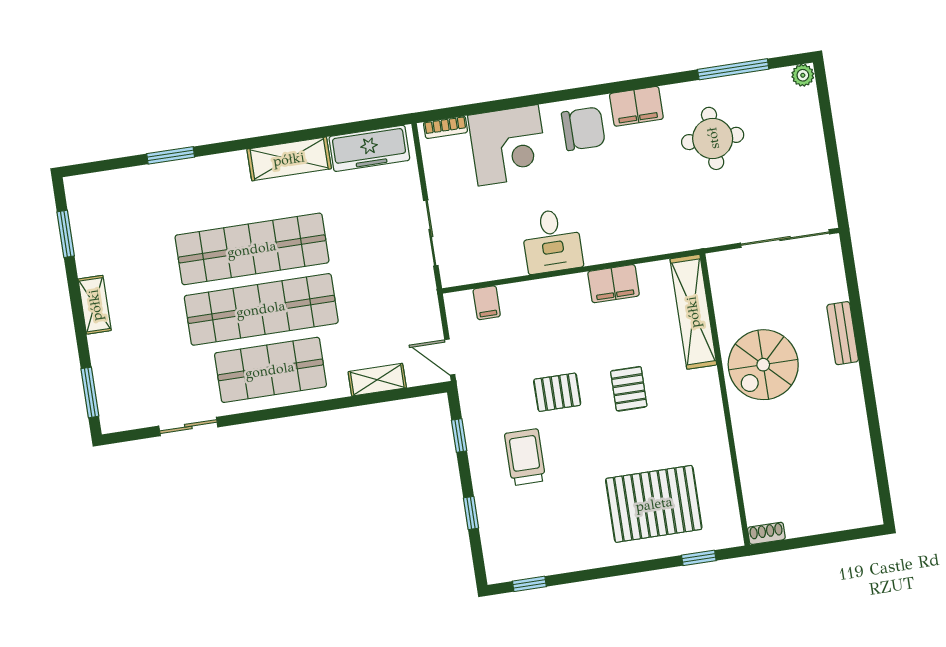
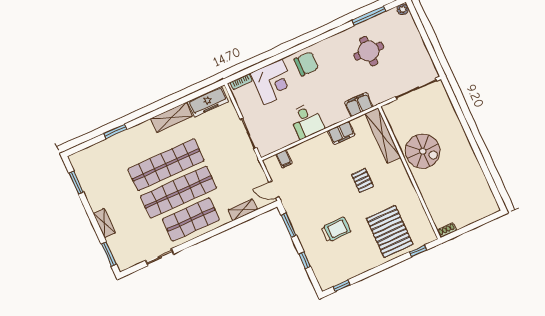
filing cabinet: (636, 106) -> (359, 104), moved, turned 180
shelving: (95, 305) -> (104, 223), moved
bench: (843, 333) -> (456, 126), removed
spiral stairs: (763, 365) -> (423, 151), turned -90
pallet: (557, 392) -> (329, 192), removed
window: (459, 435) -> (289, 225), width x1.50
trolley: (525, 457) -> (336, 230), moved, turned 90
pallet: (654, 504) -> (390, 231), turned 90

